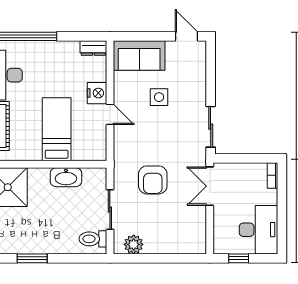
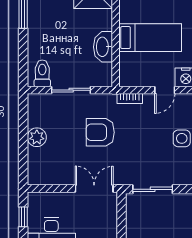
bookcase: (118, 150) -> (130, 99), added
plant: (134, 244) -> (37, 137), moved

